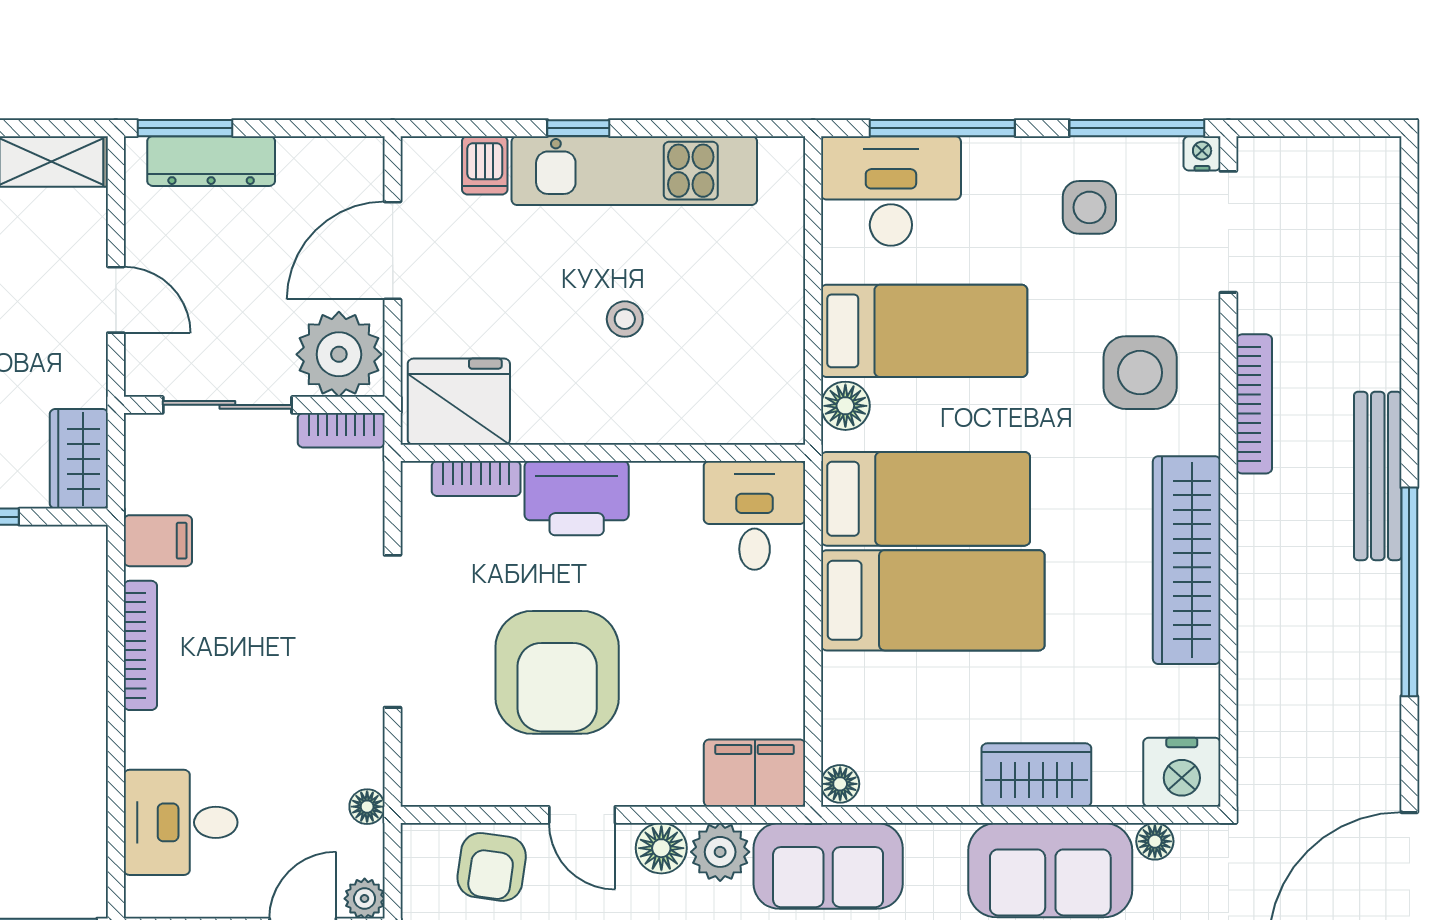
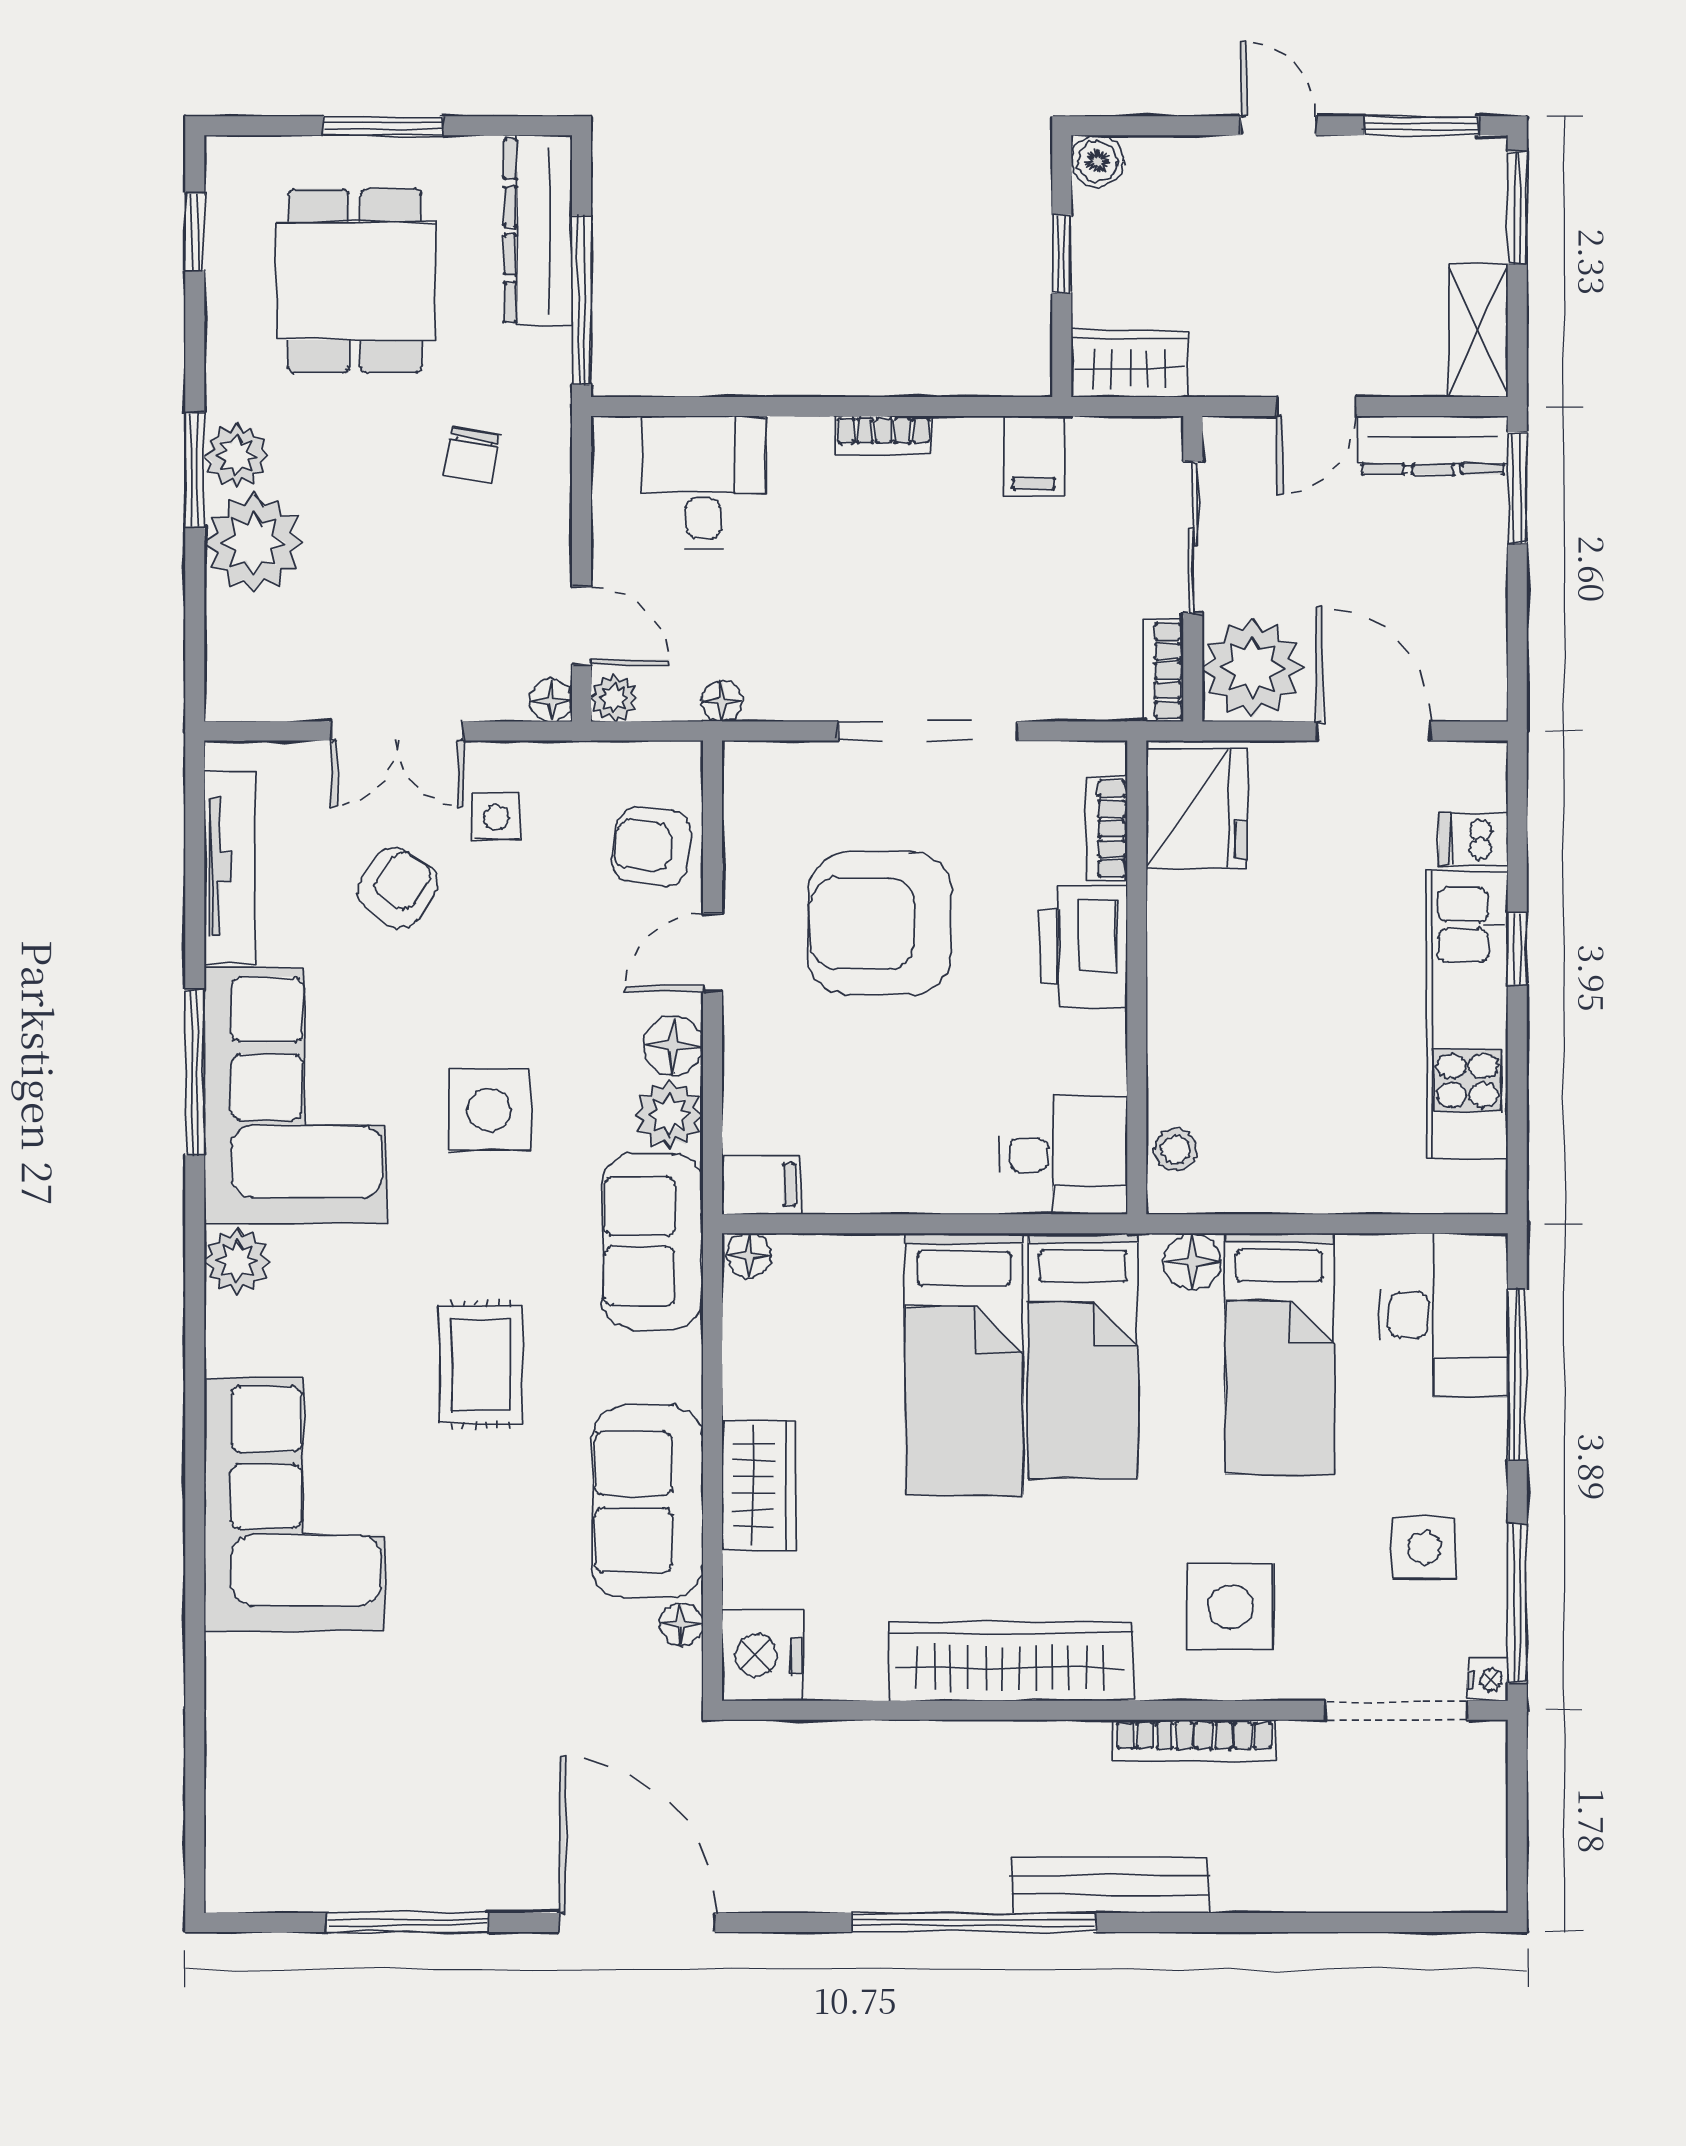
dresser: (211, 161) -> (1433, 445), moved, turned -90
stool: (625, 319) -> (1175, 1149), moved
bookcase: (140, 645) -> (884, 435), width x0.64
filing cabinet: (755, 773) -> (761, 1185), width x0.50

